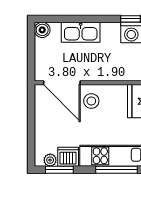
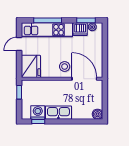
kitchen sink: (81, 32) -> (58, 113), moved

